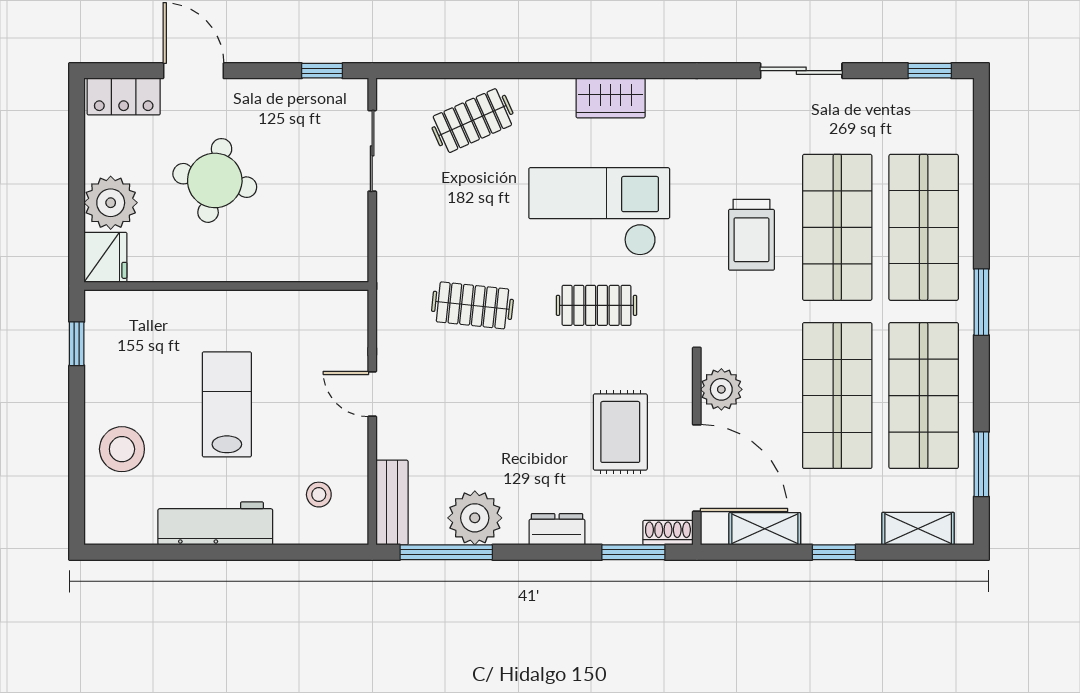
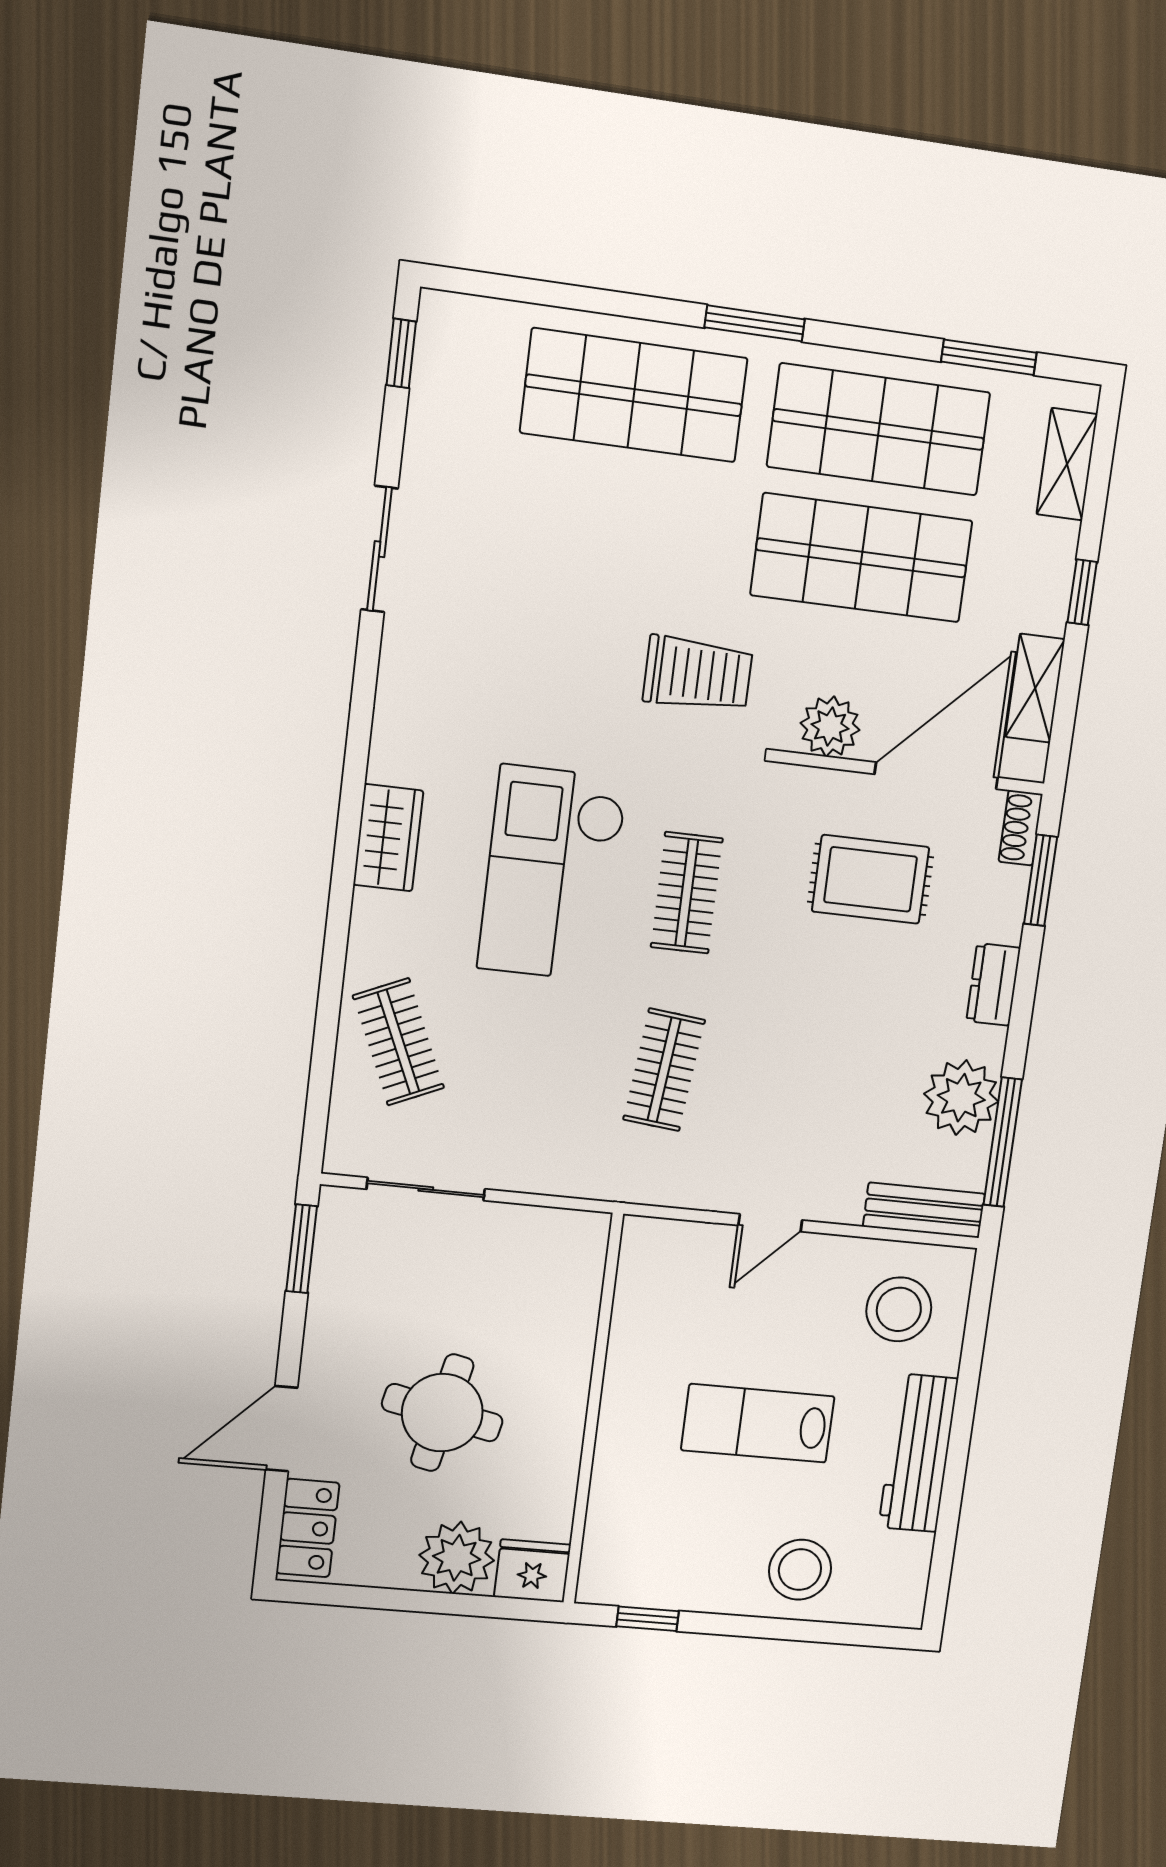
window: (322, 71) -> (302, 1249), width x1.50
shop shelf: (837, 227) -> (618, 525), removed
trolley: (751, 235) -> (698, 674), moved
stool: (319, 495) -> (899, 1309), width x1.89, depth x1.89

